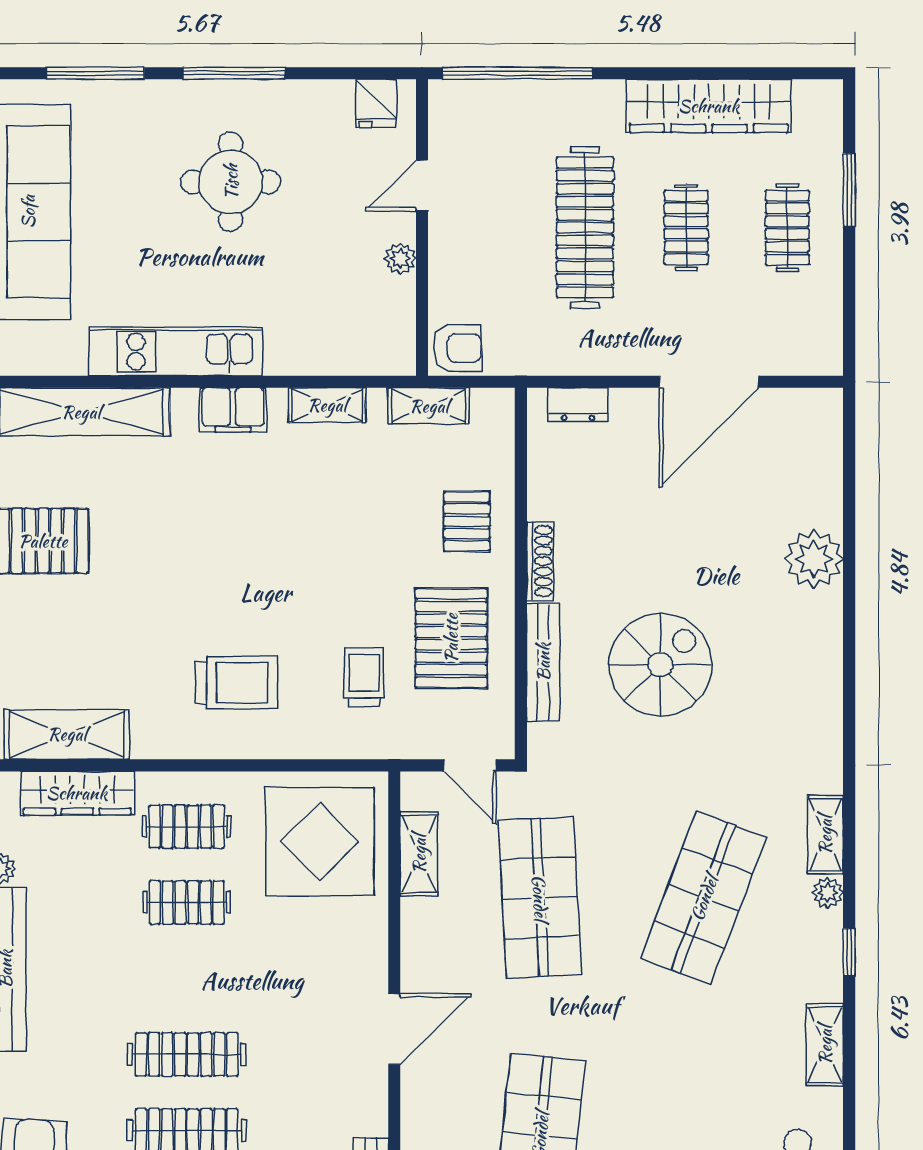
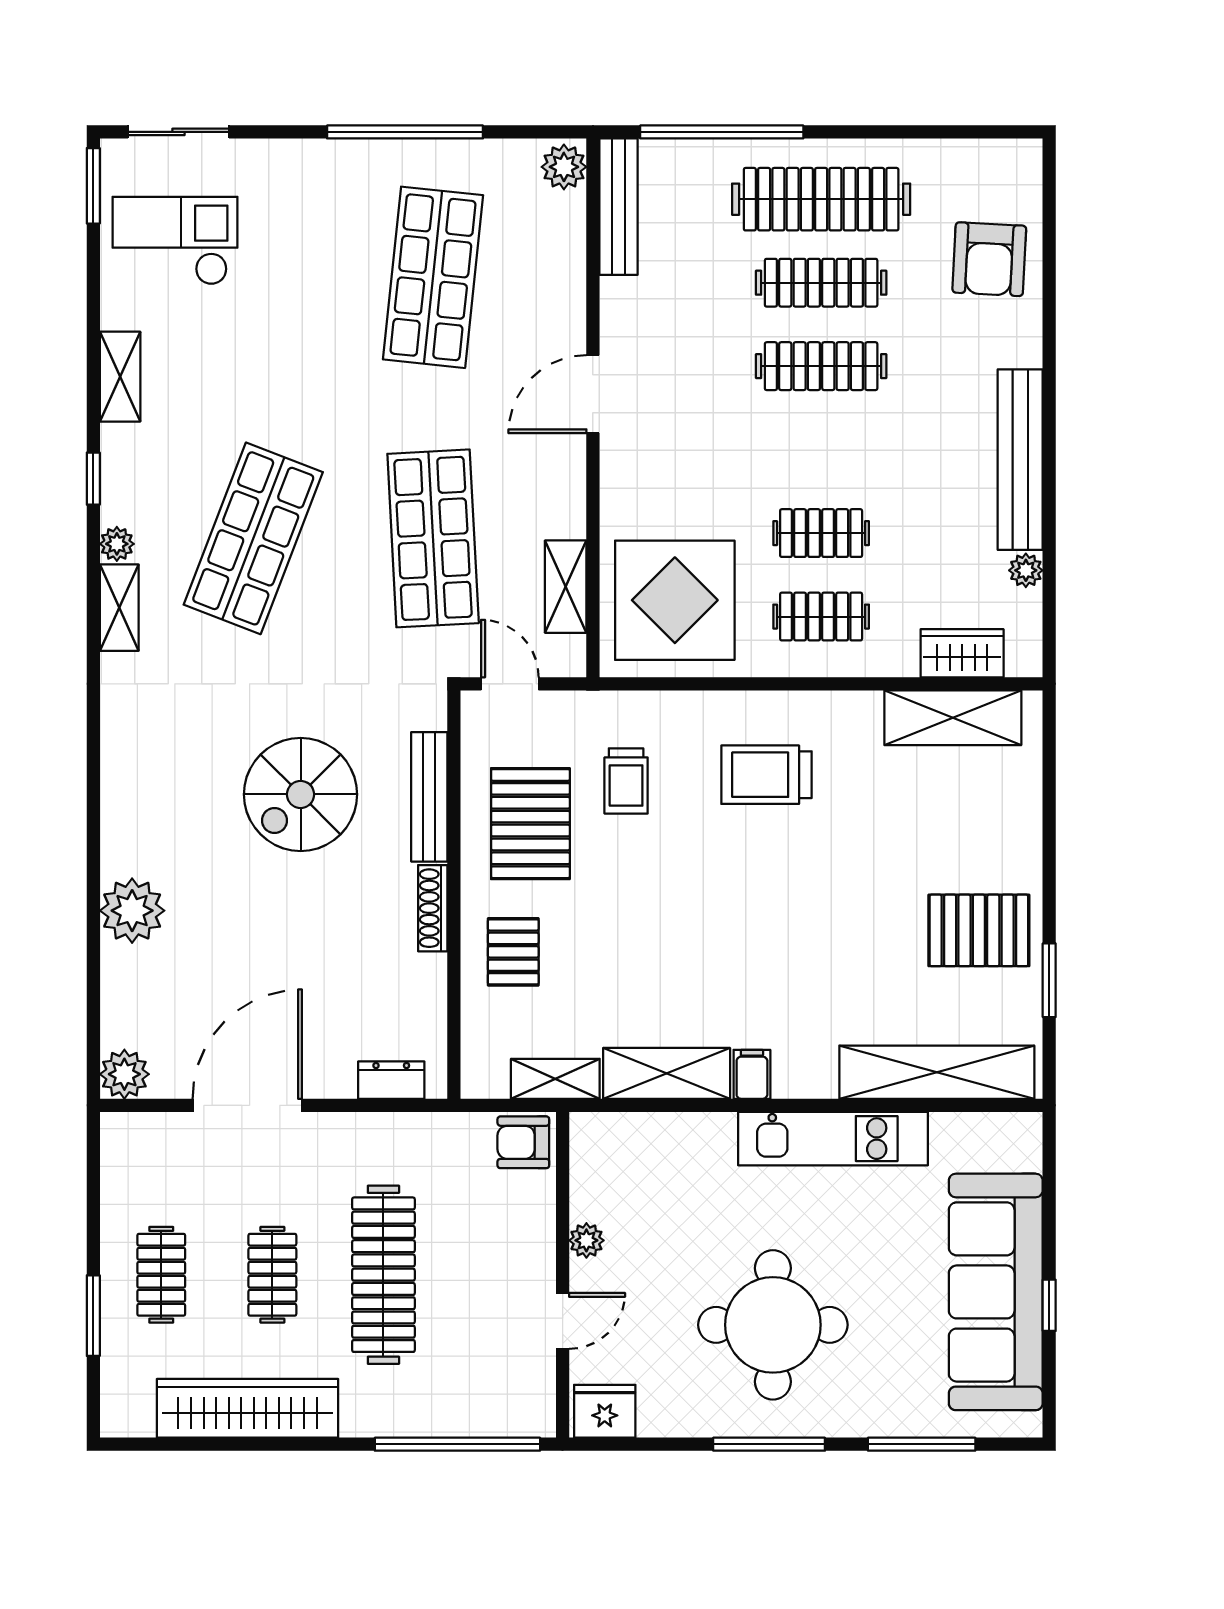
fridge: (376, 103) -> (605, 1411), width x1.38
round table: (231, 182) -> (773, 1325), width x1.36, depth x1.36
shelving: (327, 405) -> (667, 1073), width x1.50, depth x1.33
filing cabinet: (233, 410) -> (752, 1074), width x0.50
plant: (821, 410) -> (124, 1074), added
wardrobe: (77, 793) -> (962, 653), width x0.67

